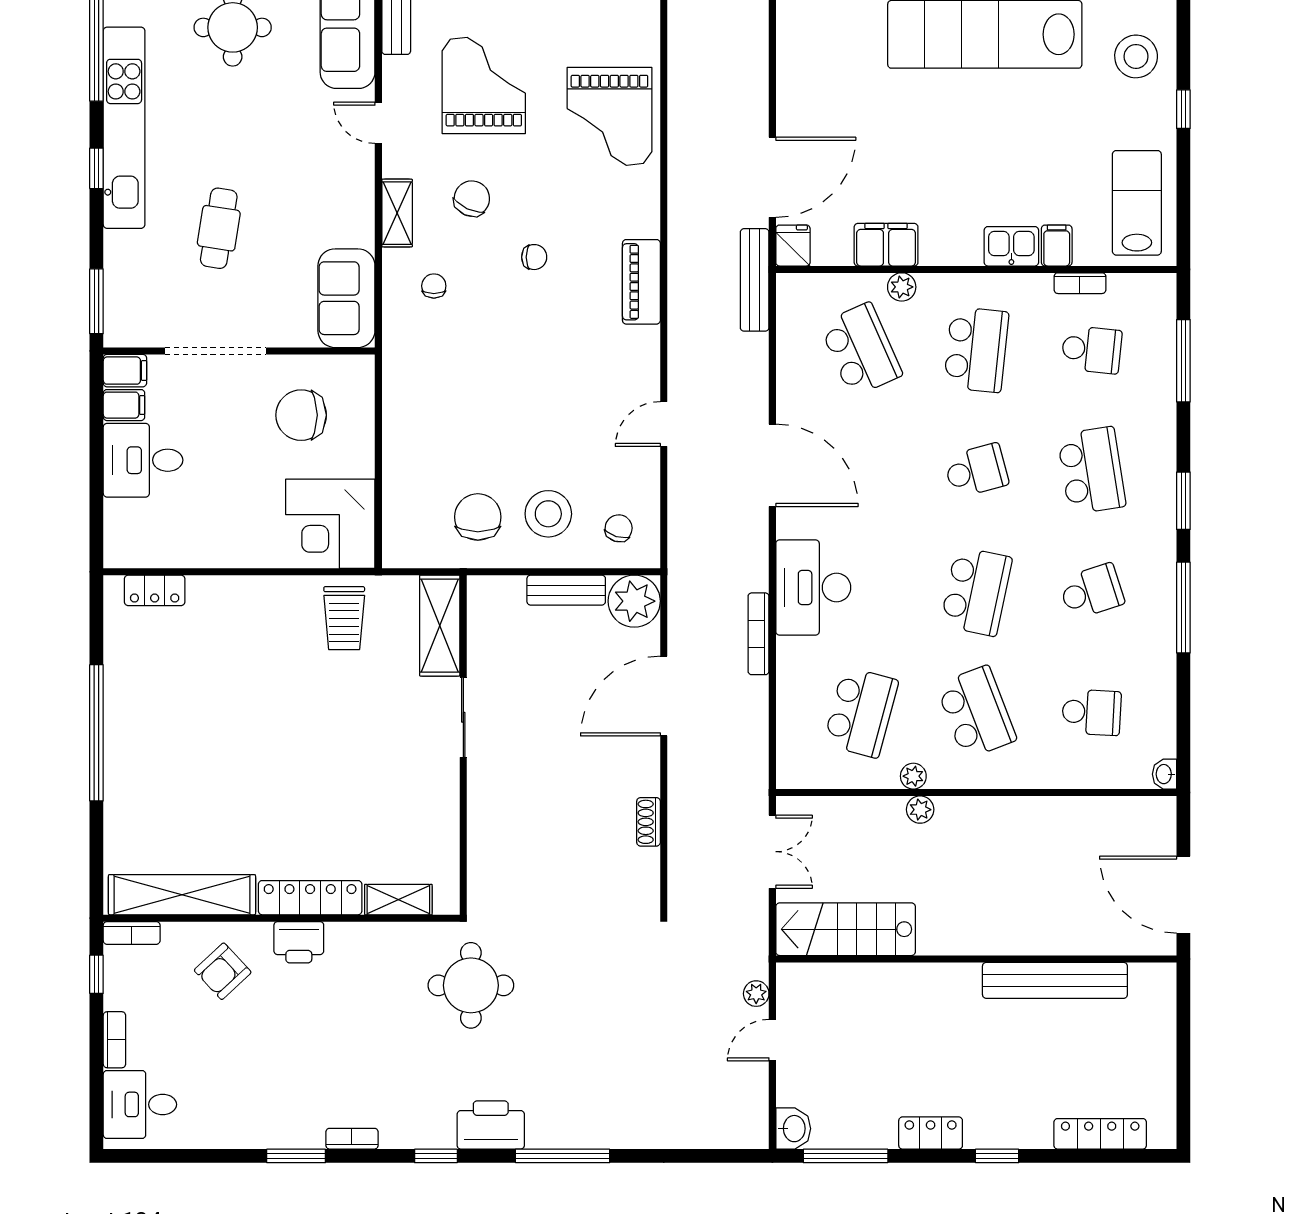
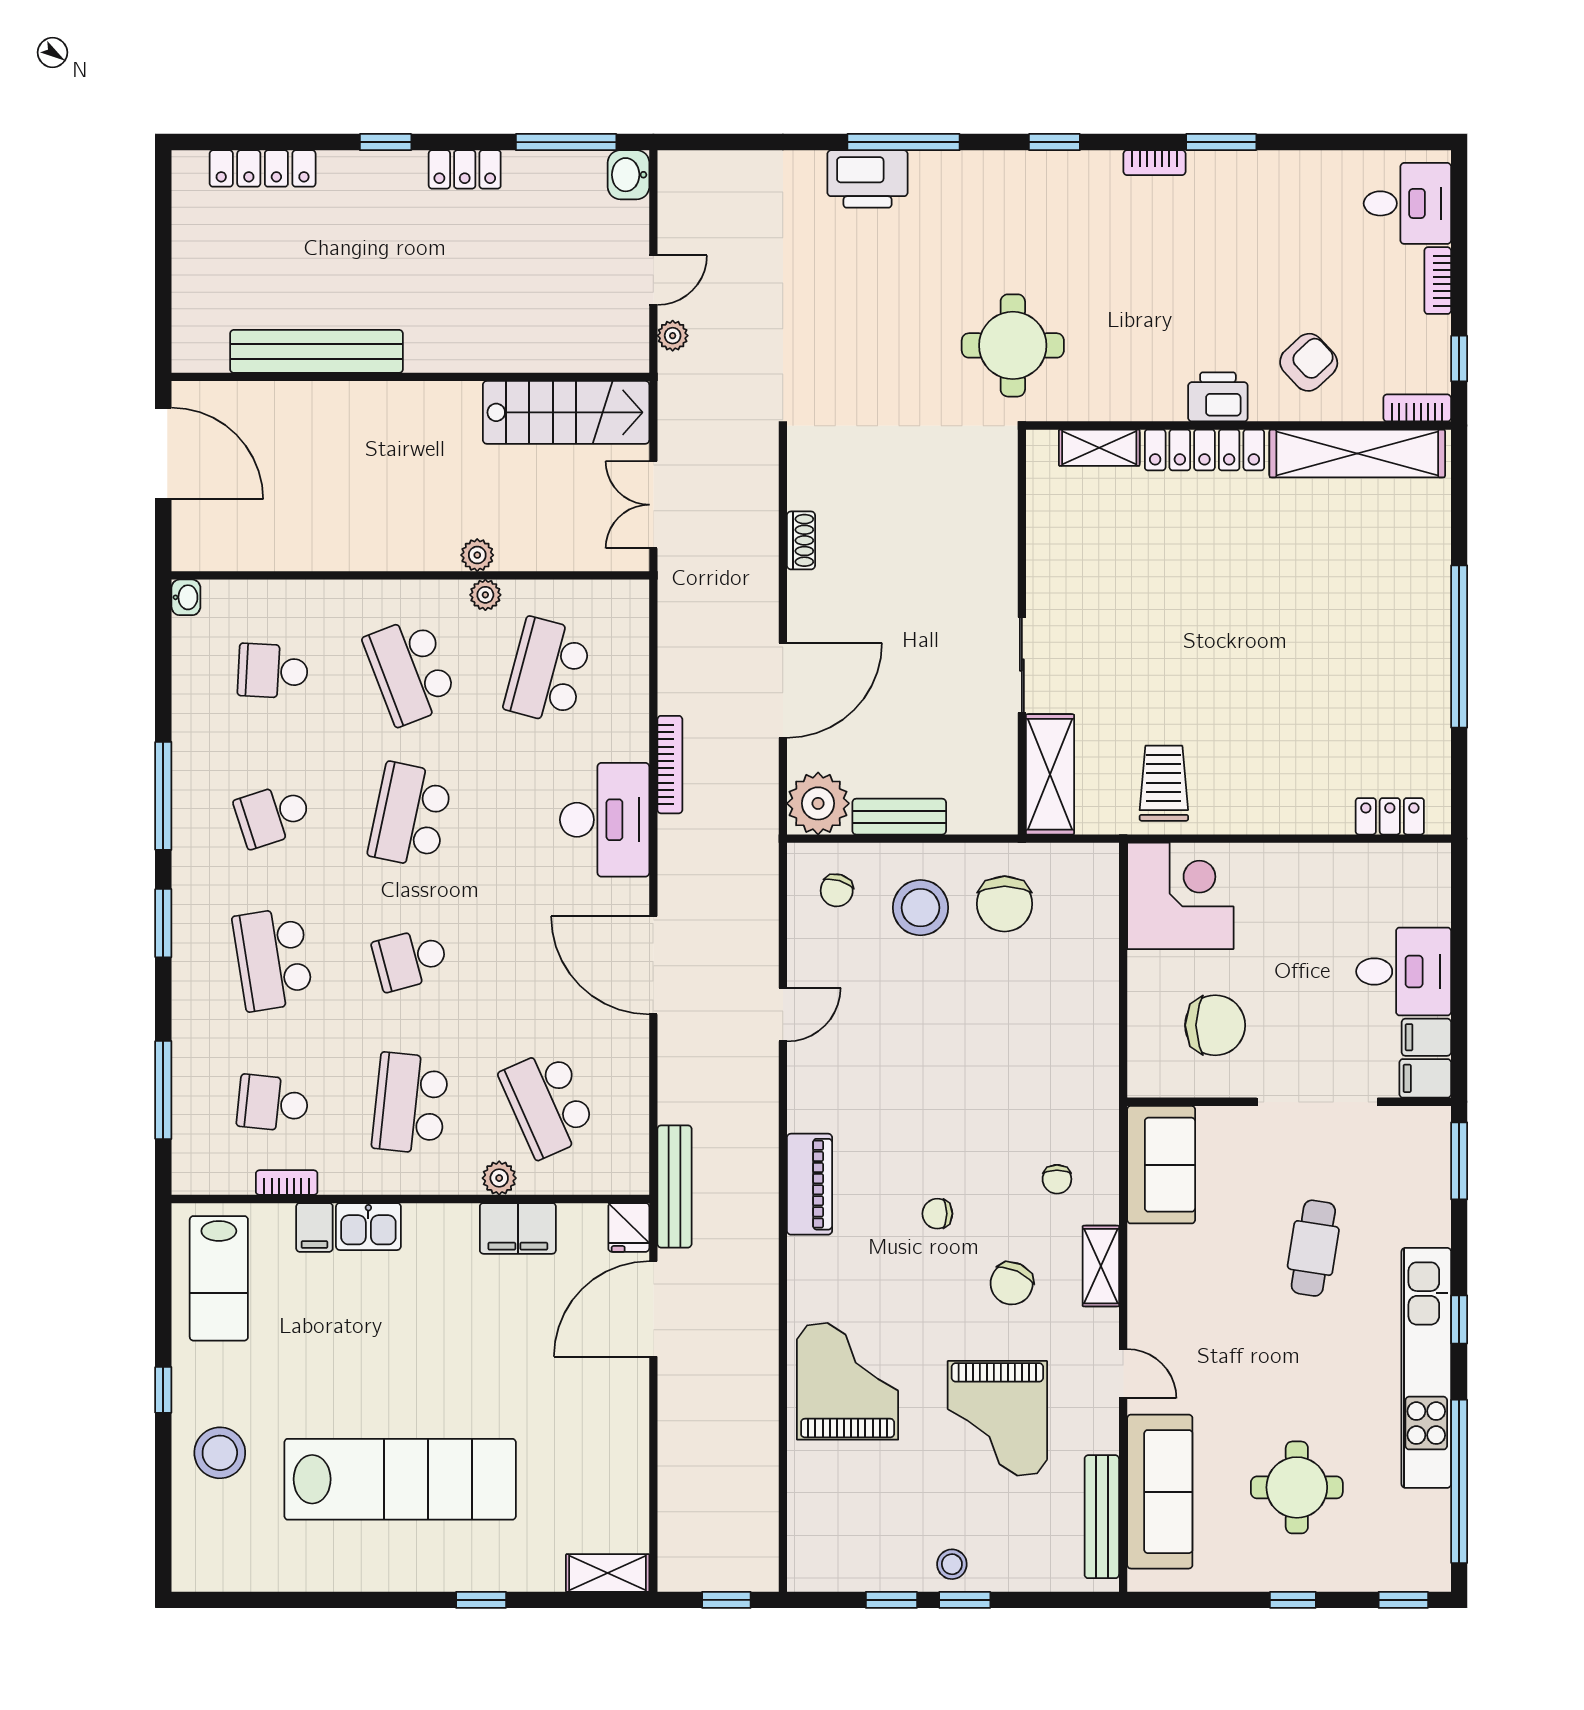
printer: (491, 1125) -> (868, 179), moved

